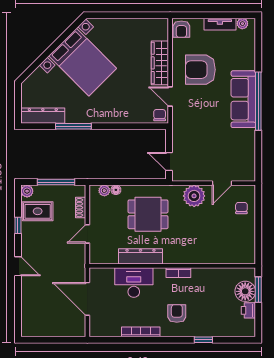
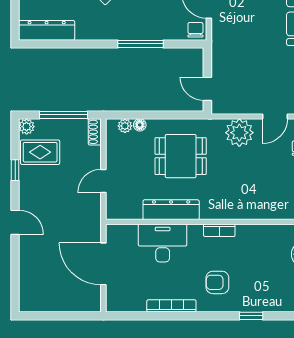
window: (73, 126) -> (141, 44), moved
shoe rack: (81, 208) -> (95, 132), moved
armchair: (177, 313) -> (217, 282), turned -90

